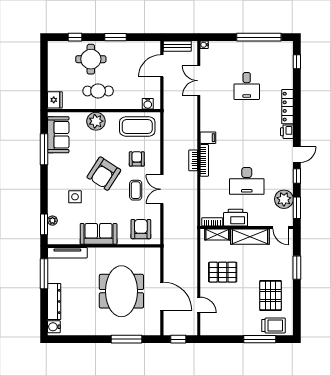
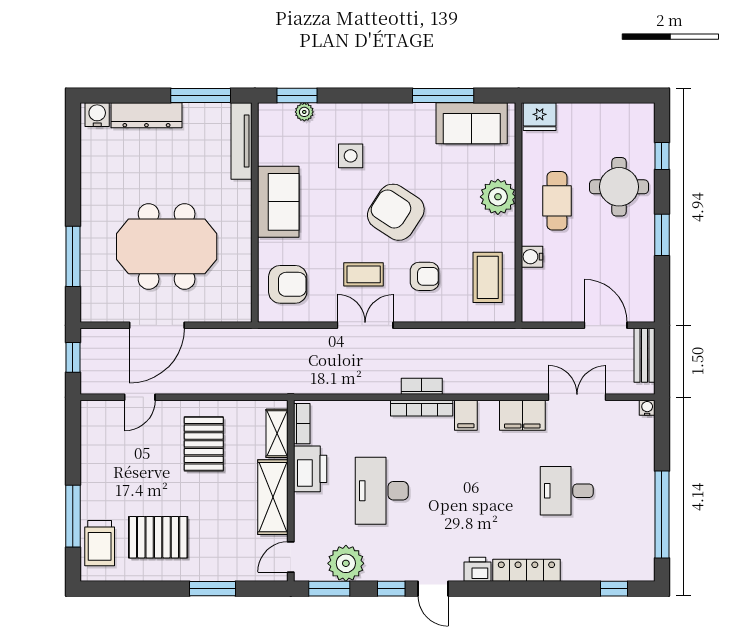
water cooler: (148, 104) -> (532, 257), moved
filing cabinet: (208, 109) -> (522, 415), added
coffee table: (137, 127) -> (488, 277), width x0.73, depth x0.76

